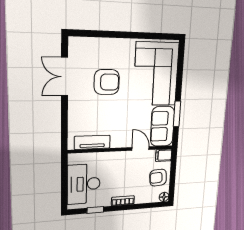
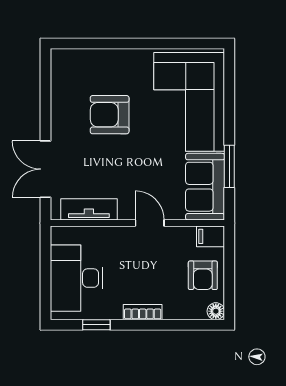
double door: (65, 77) -> (45, 169), moved
armchair: (107, 82) -> (110, 115), turned 180
door: (141, 149) -> (150, 223), moved
armchair: (158, 178) -> (203, 275), turned -86

